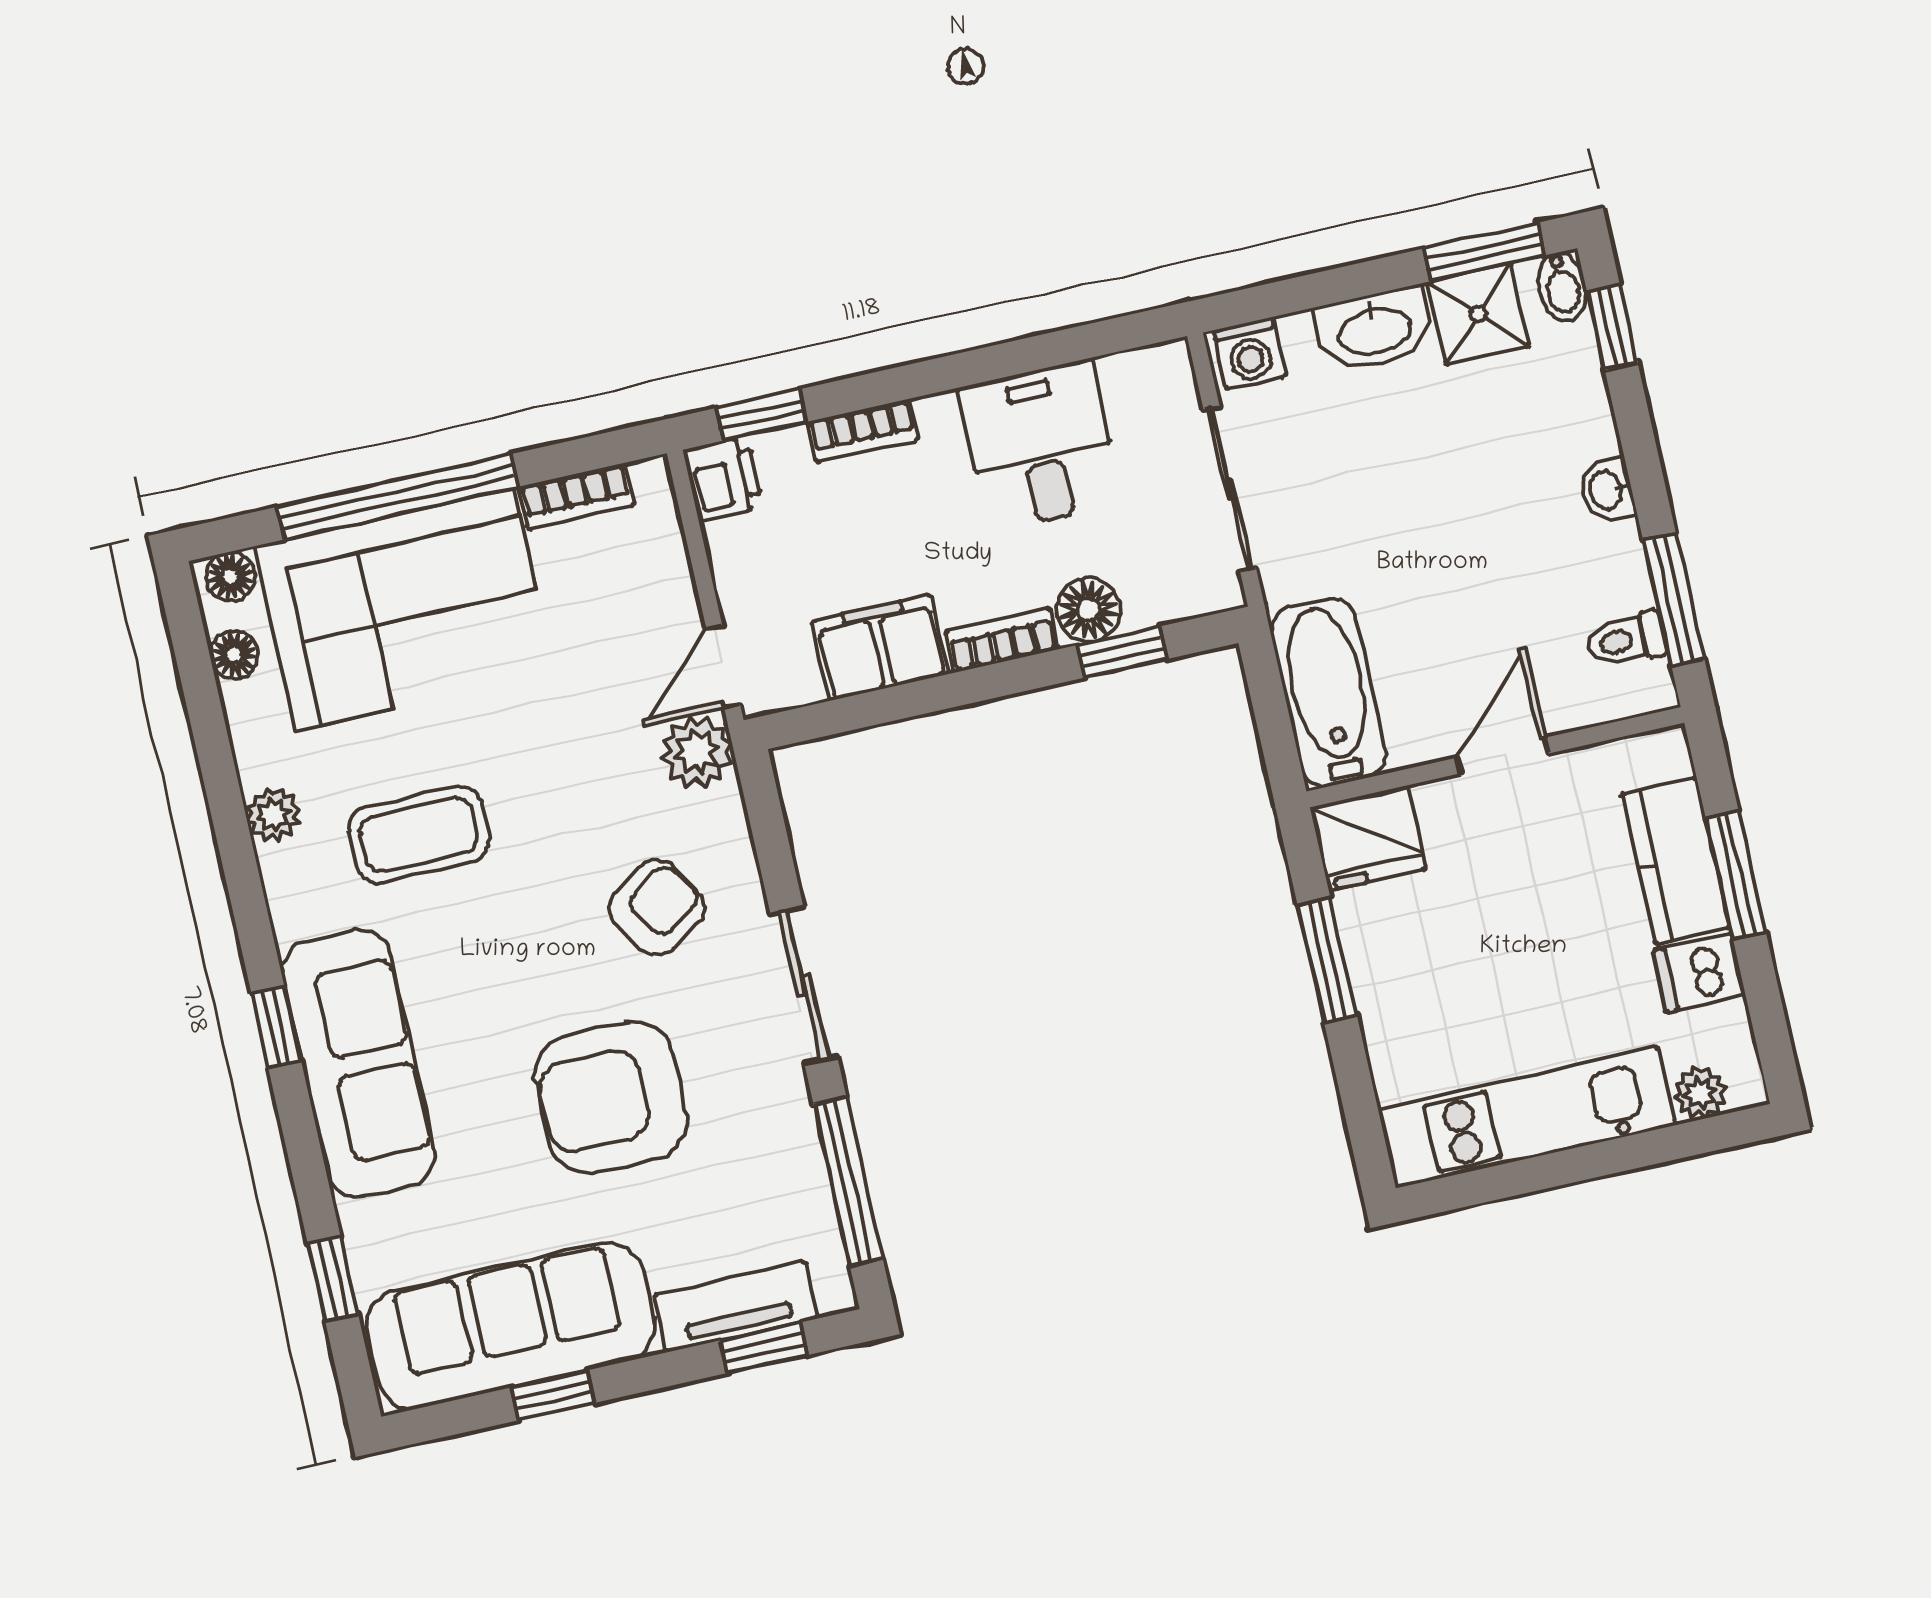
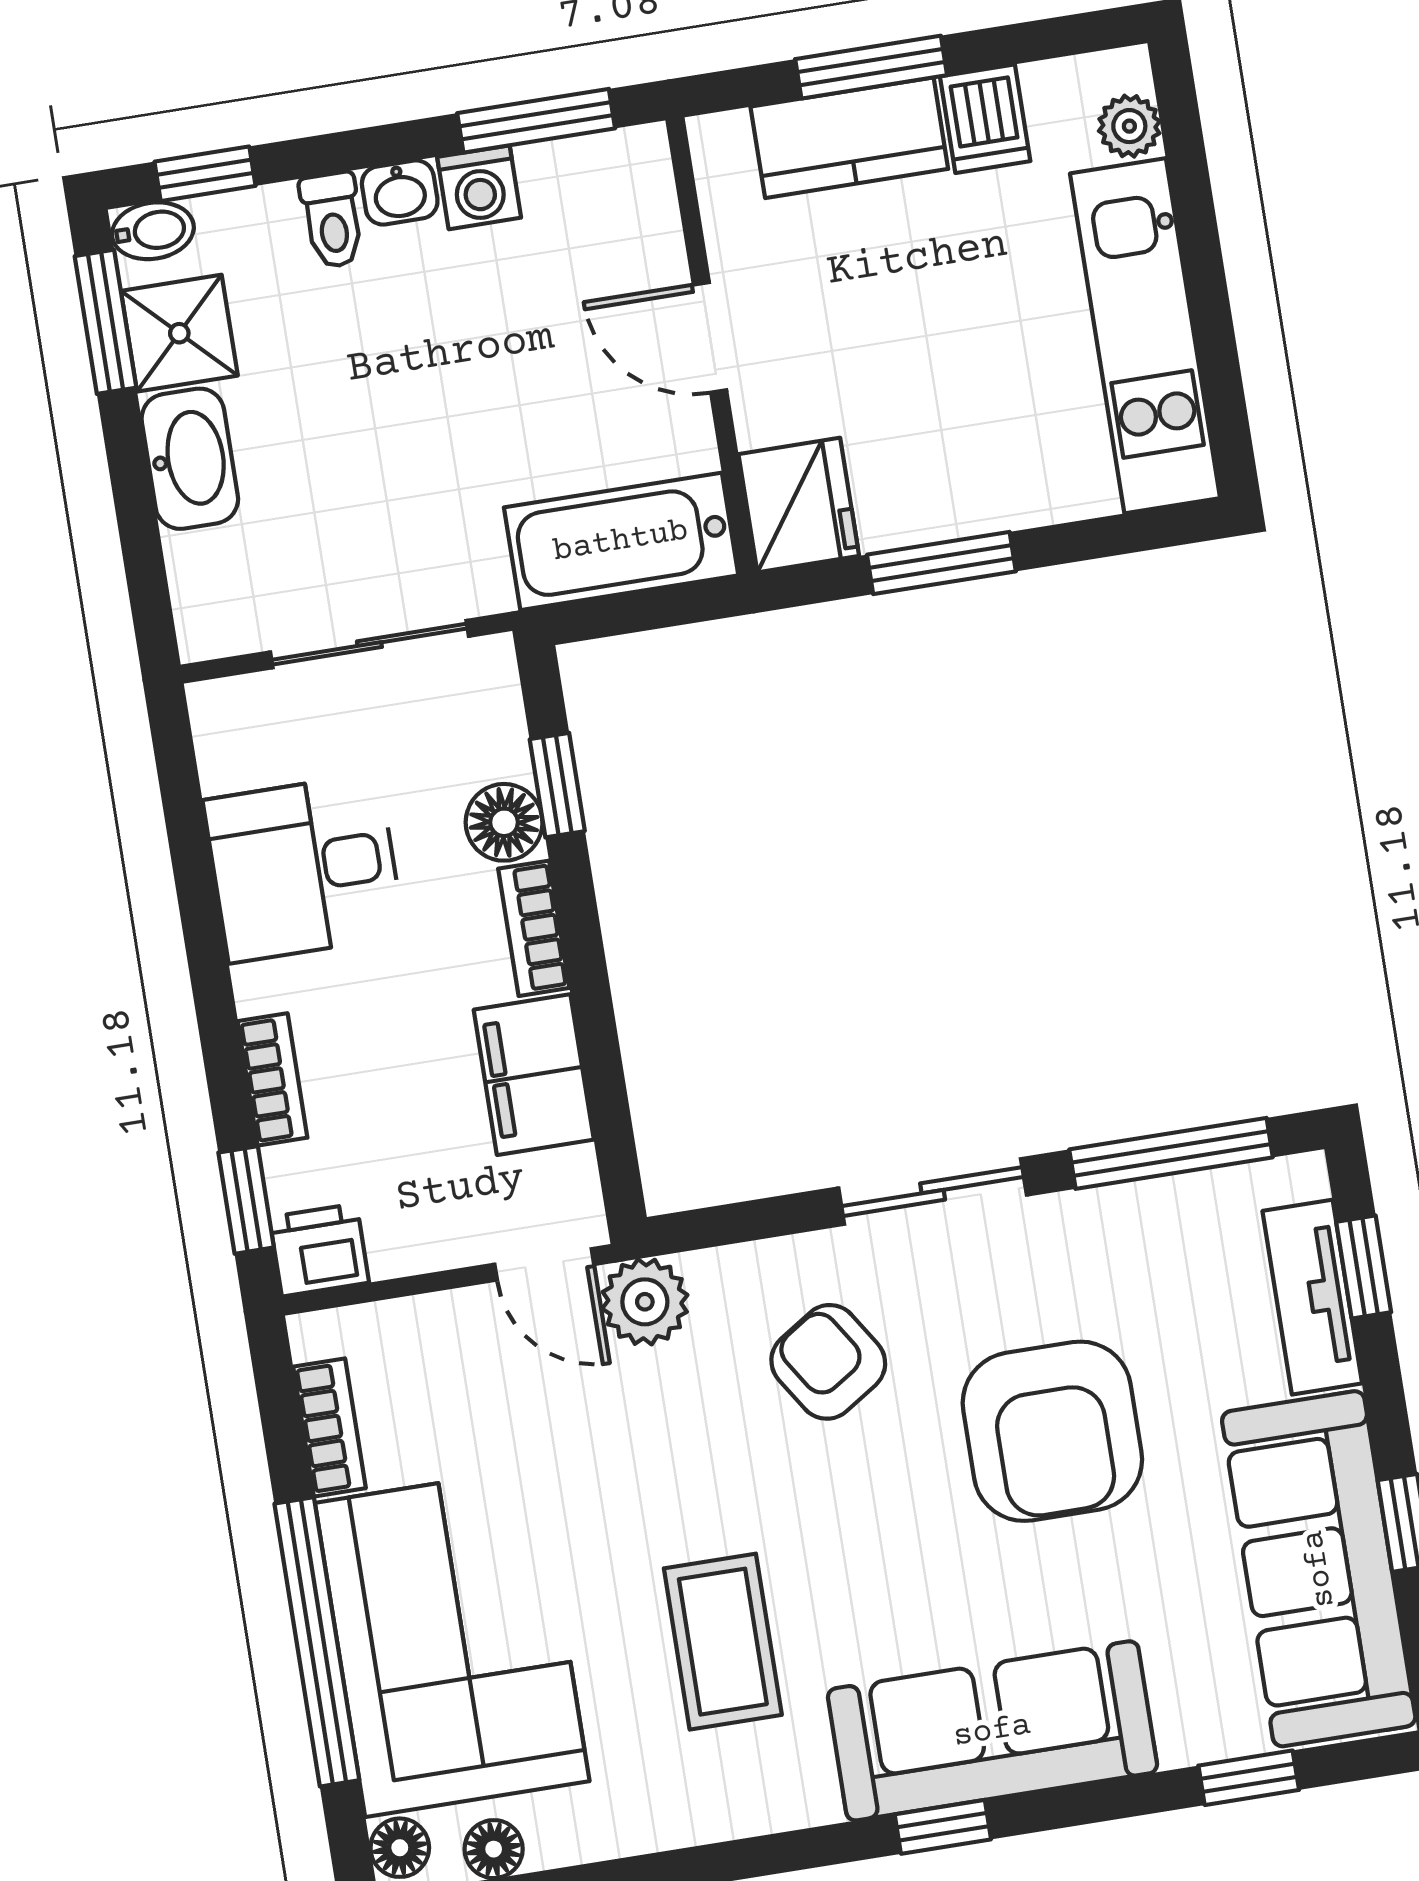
washing machine: (1250, 353) -> (479, 187), moved, turned 90
toilet: (1626, 640) -> (332, 220), moved
plant: (273, 815) -> (688, 1815), removed

